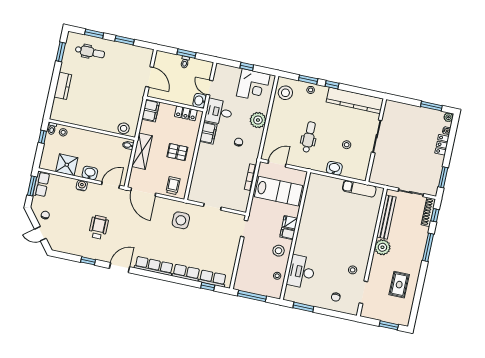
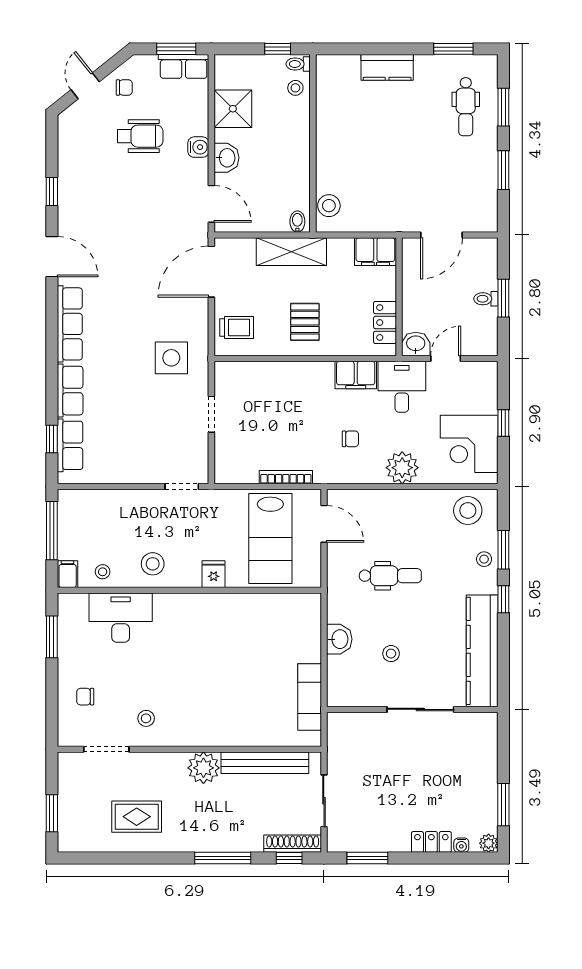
wheelchair: (99, 227) -> (140, 136), moved
filing cabinet: (287, 234) -> (68, 574), moved

